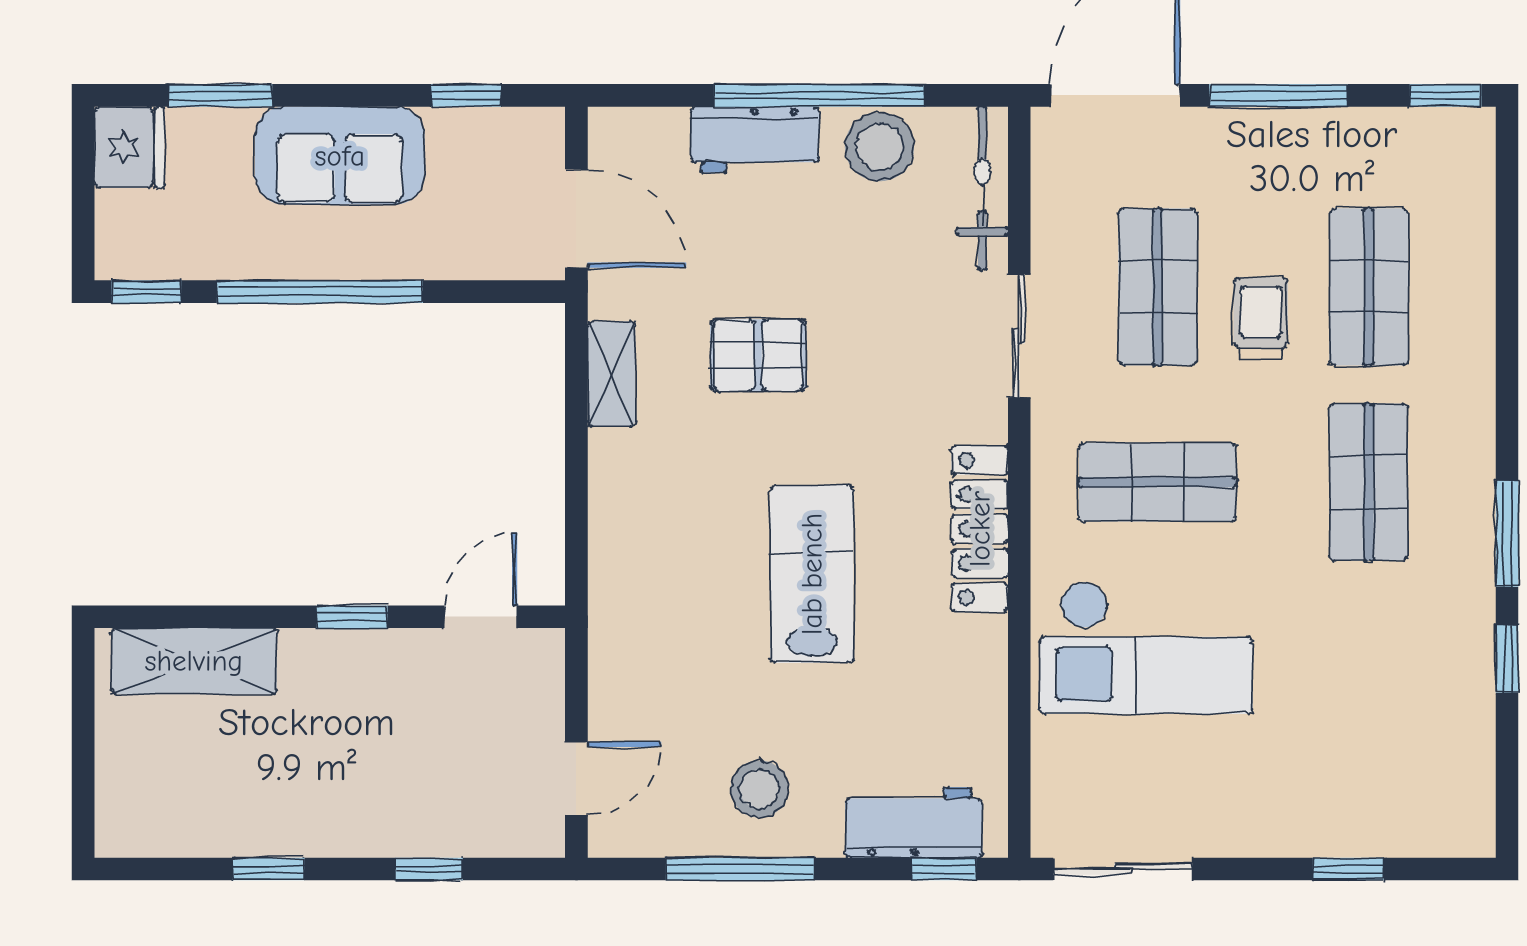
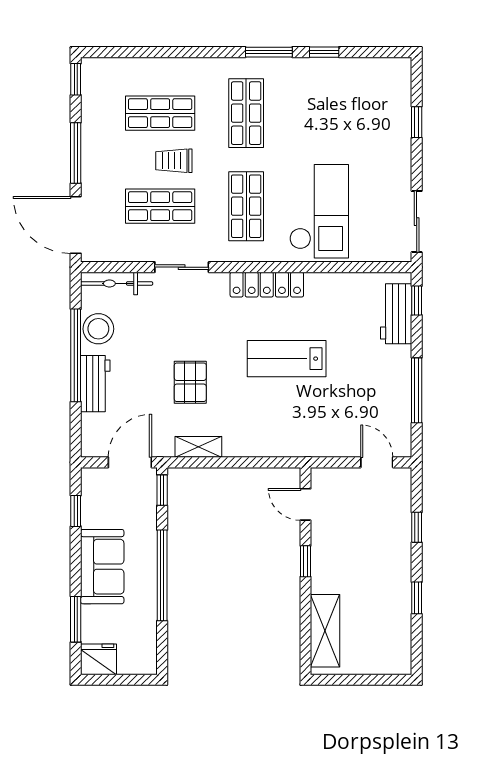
window: (146, 292) -> (162, 490), moved
shop shelf: (1369, 482) -> (246, 113), turned 90
stool: (759, 789) -> (381, 382), removed

